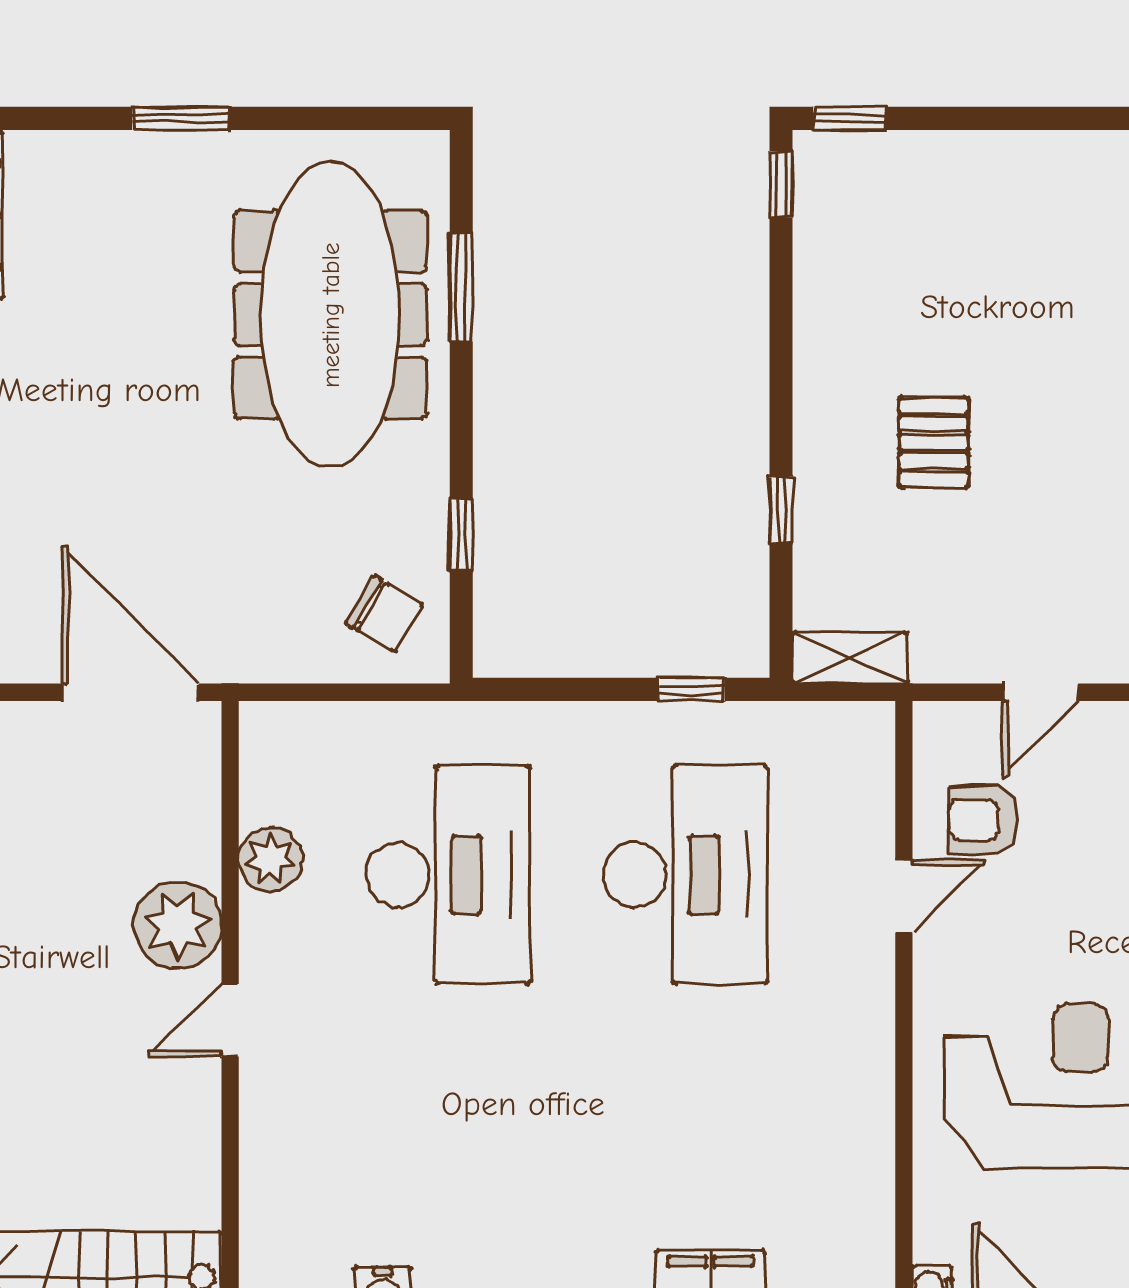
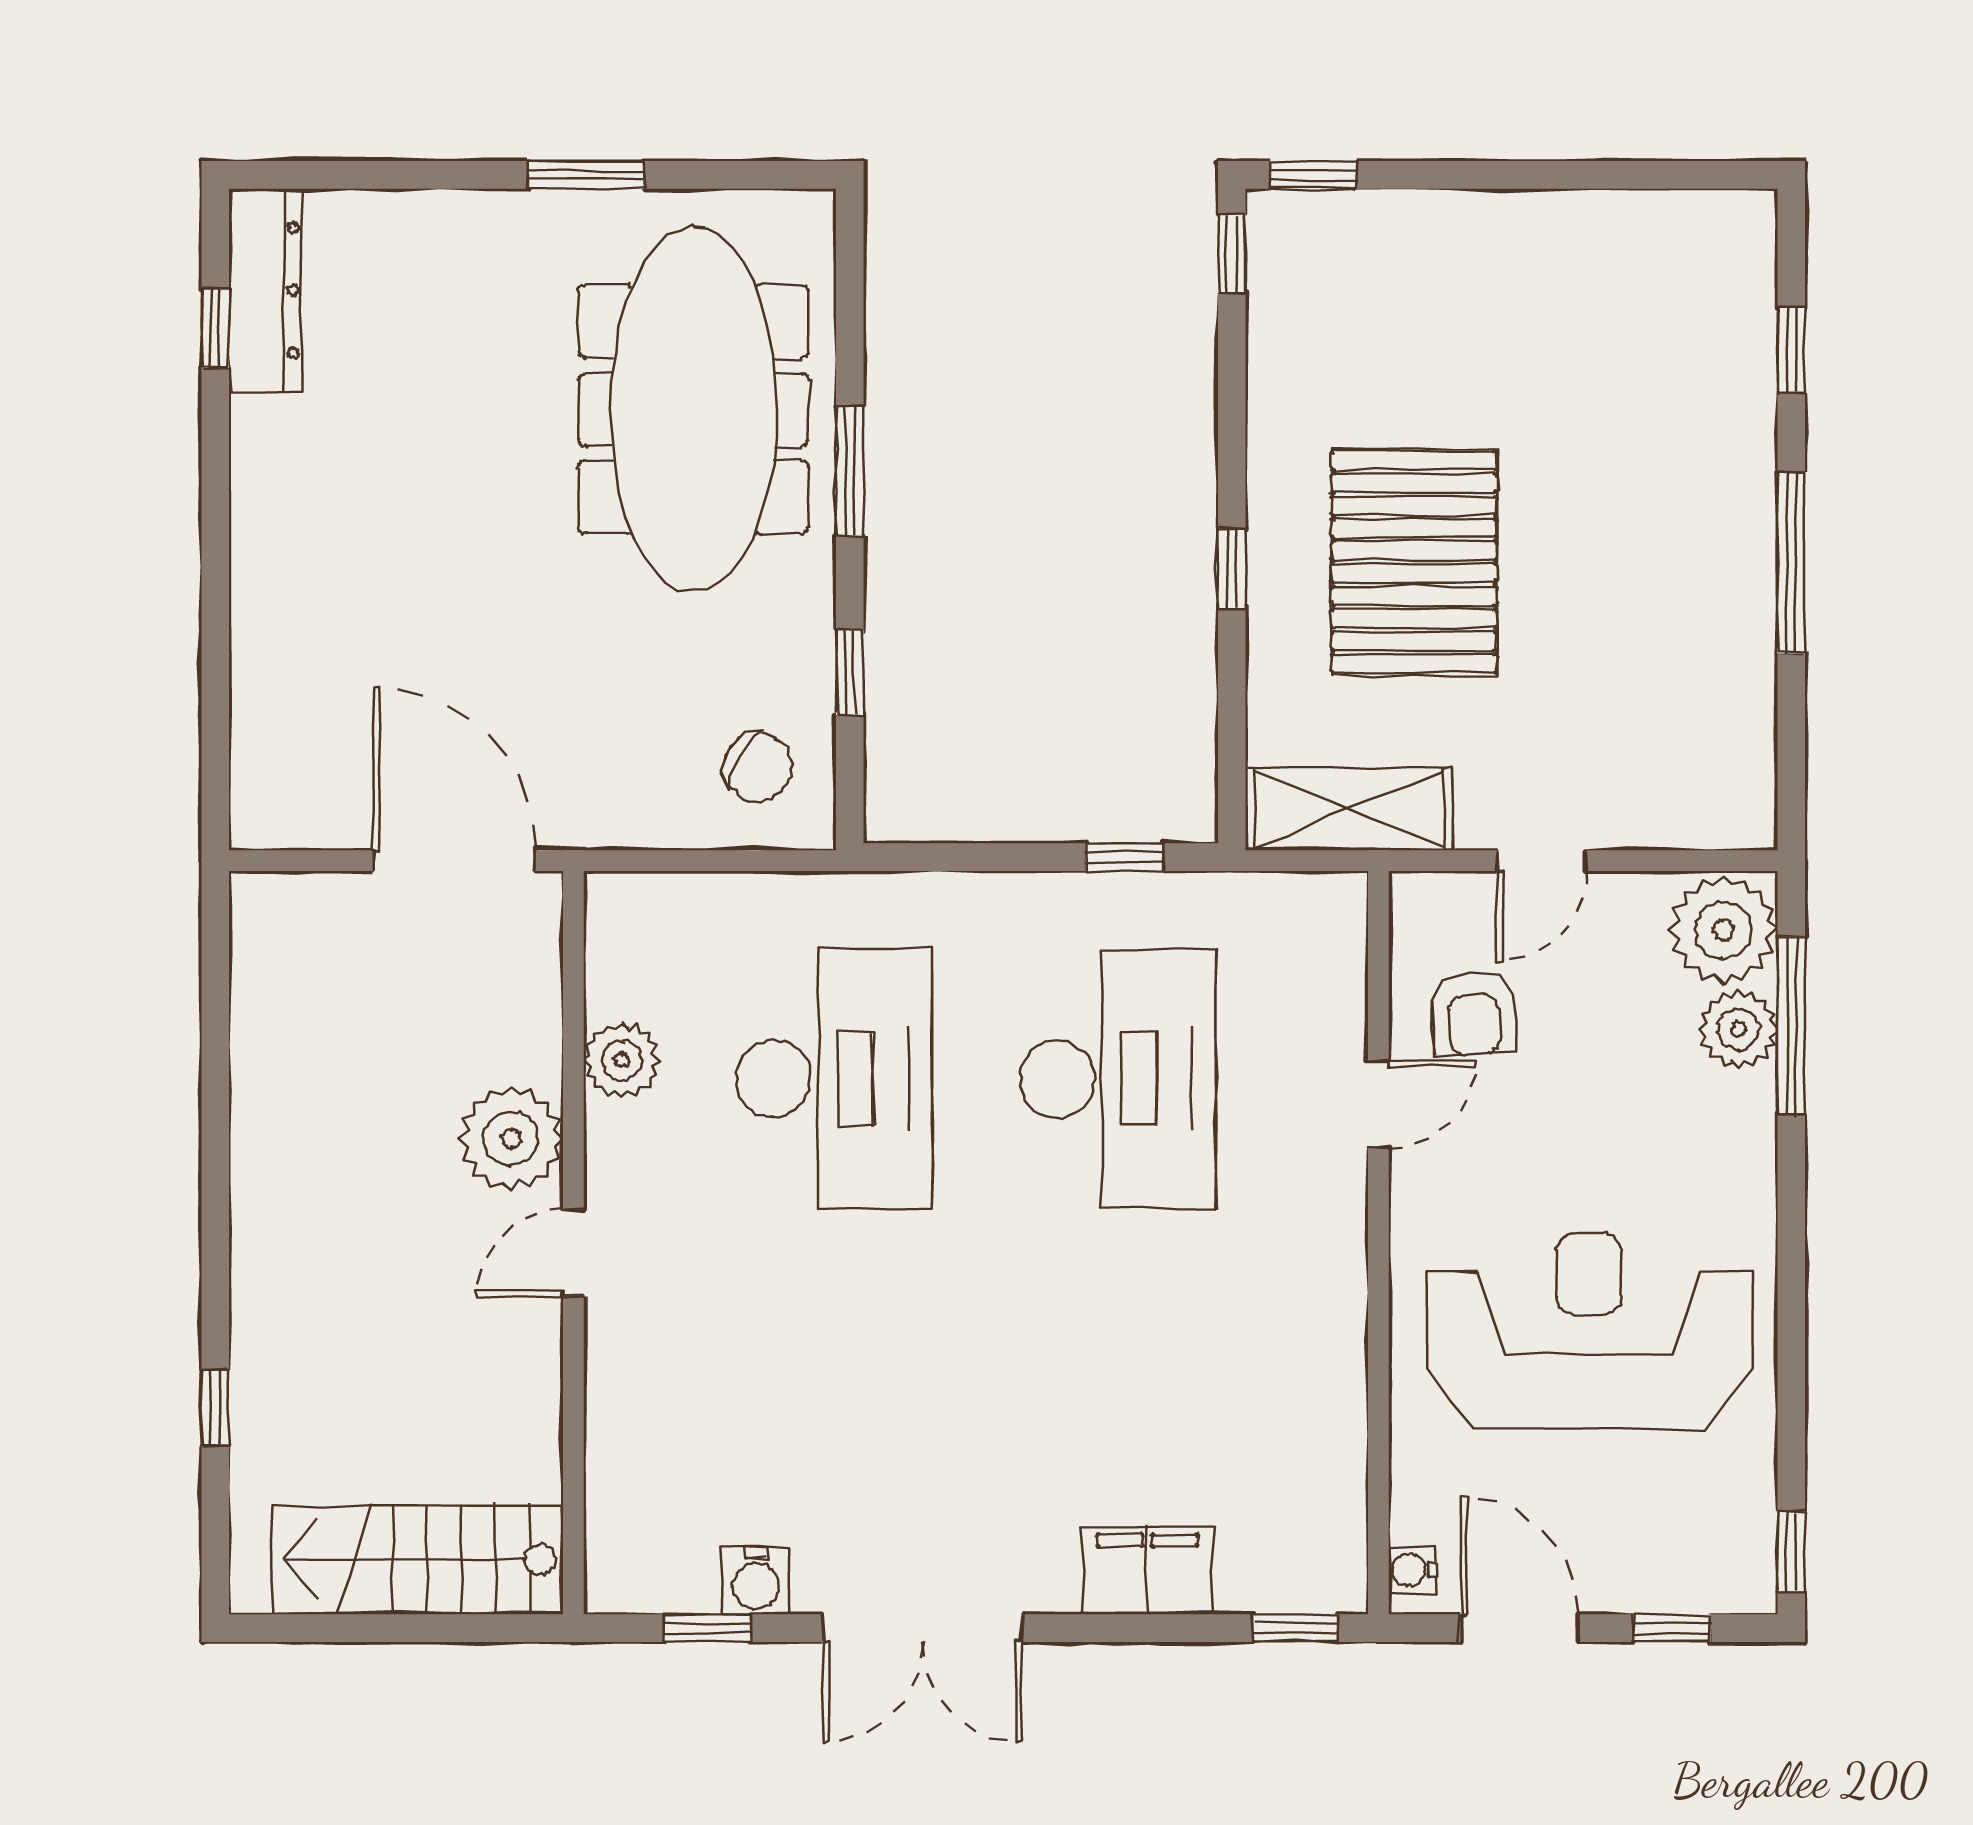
window: (181, 118) -> (586, 175), moved
window: (461, 287) -> (850, 470), moved
pallet: (934, 442) -> (1414, 562), width x2.05, depth x2.00
window: (781, 510) -> (1232, 569), moved
shelving: (850, 658) -> (1349, 809), width x1.50, depth x1.33
armchair: (983, 820) -> (1474, 1013), turned -94

